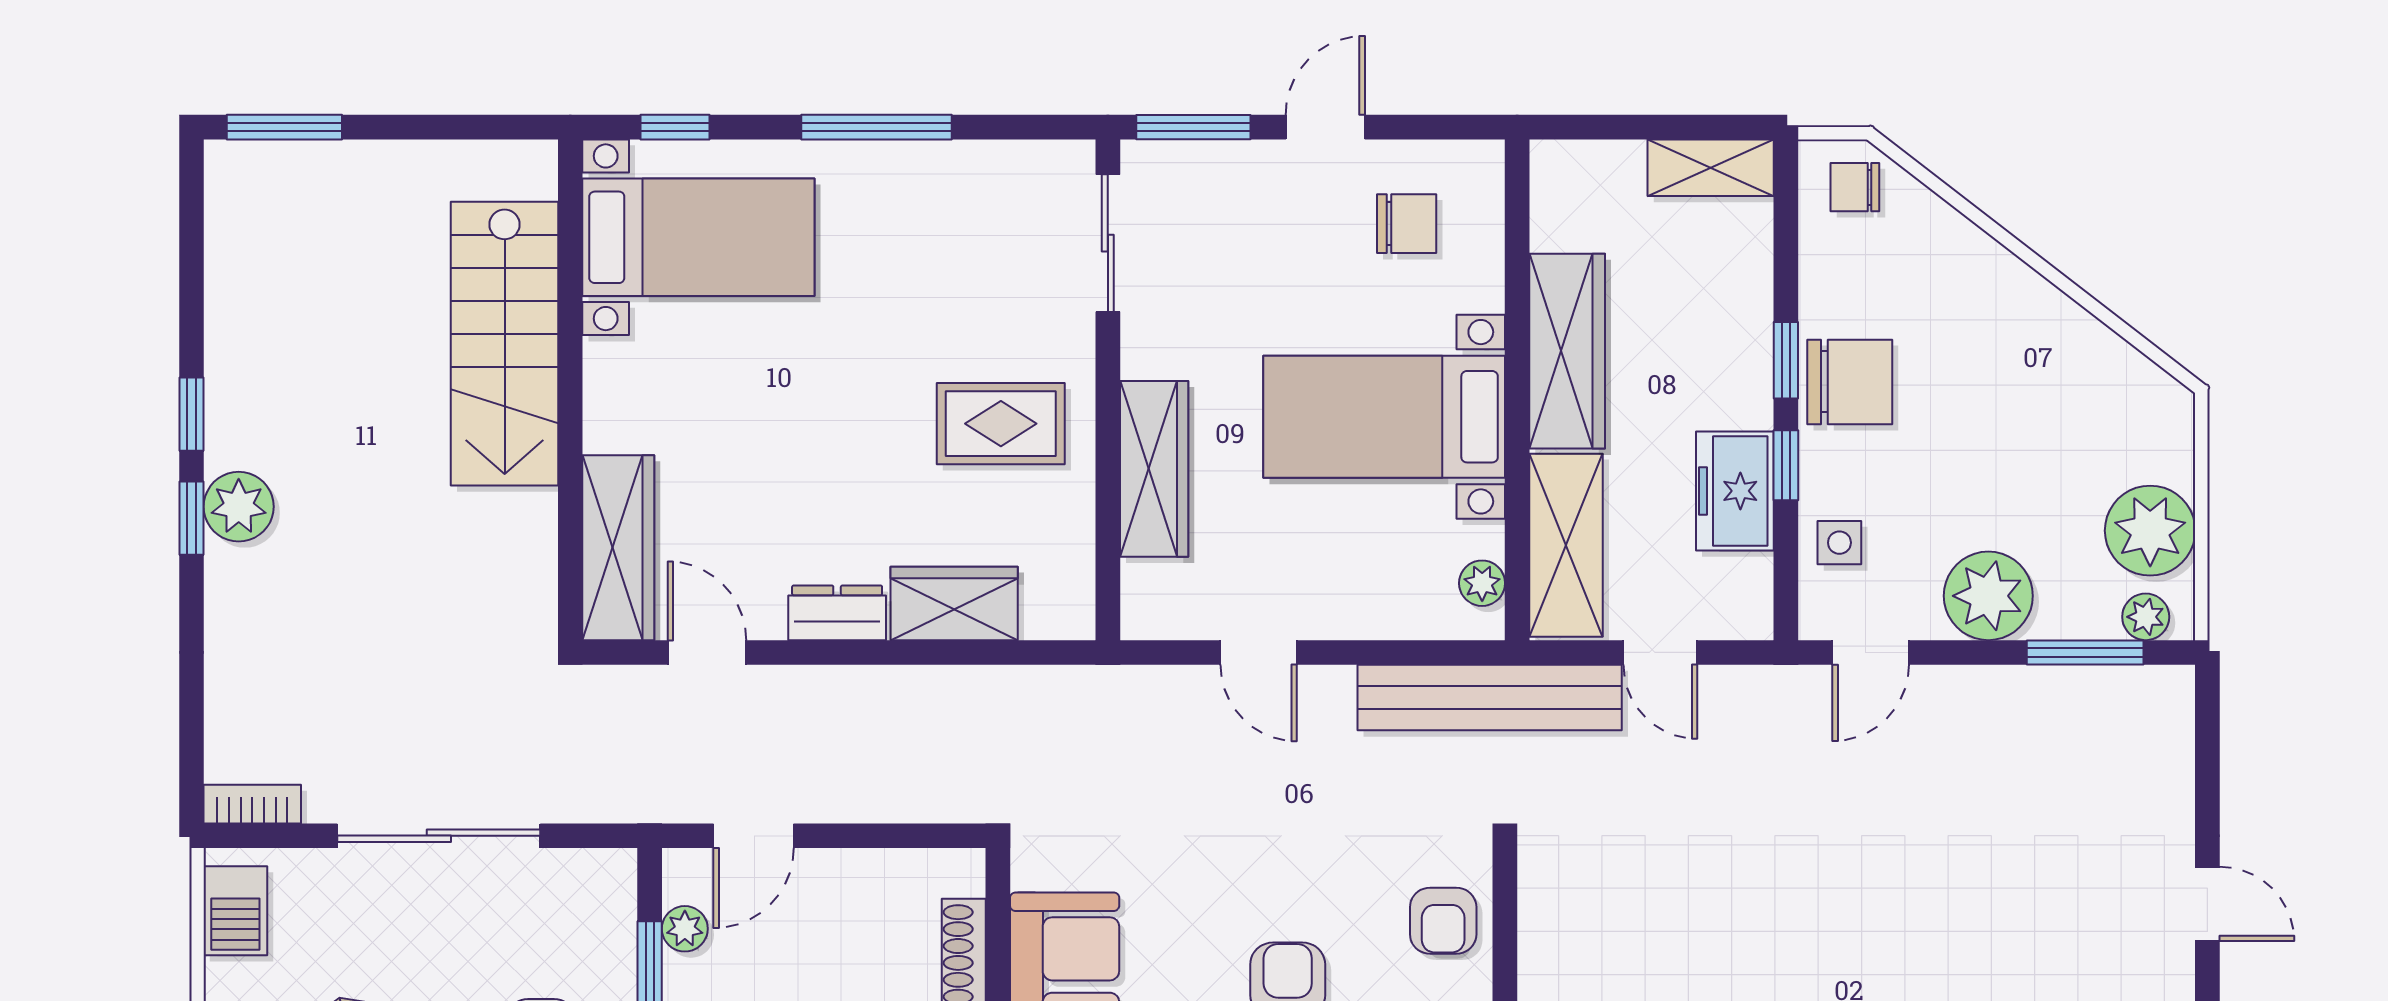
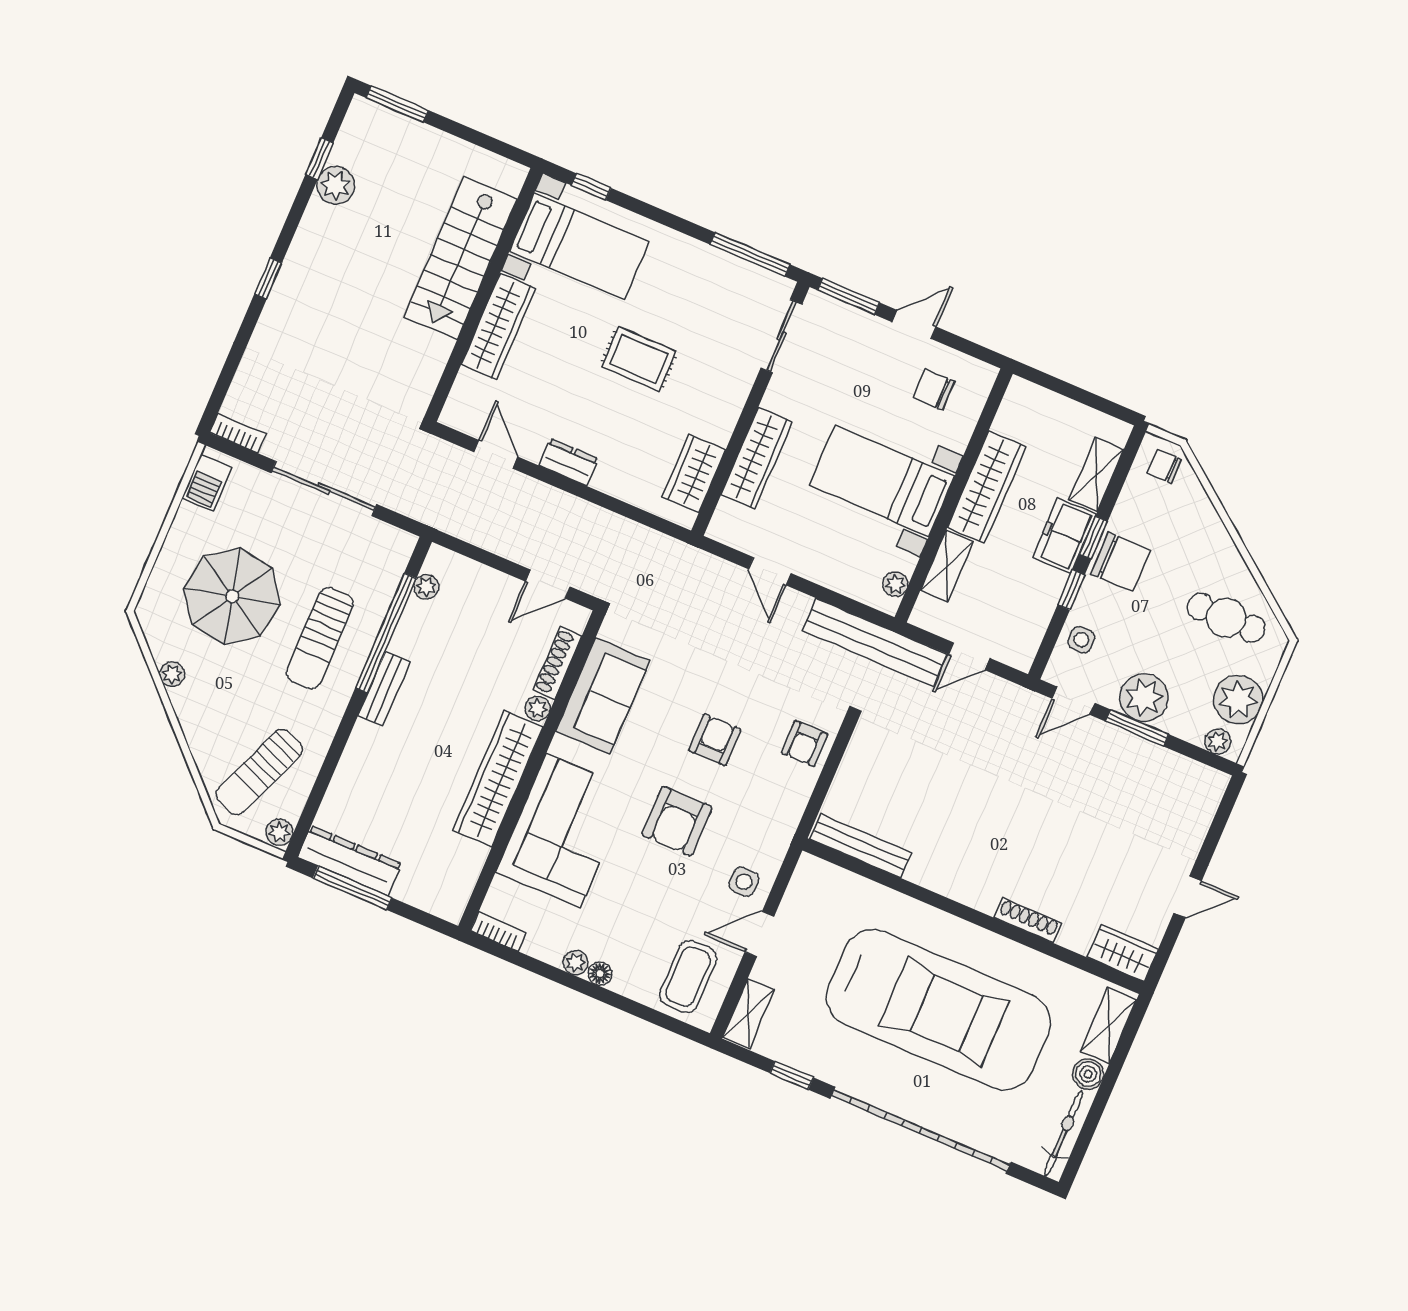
window: (876, 127) -> (750, 254), moved
shelving: (1711, 168) -> (1097, 475), moved, turned 90
chair: (1407, 224) -> (934, 390), turned 180
cafe table: (2070, 400) -> (1226, 618), added
window: (192, 414) -> (319, 159), moved
rug: (1001, 424) -> (639, 359), moved
freezer: (1735, 491) -> (1064, 536), moved
plant: (239, 507) -> (336, 185), moved
shelving: (1566, 545) -> (947, 566), width x0.67, depth x0.75
wardrobe: (618, 548) -> (498, 326), moved
wardrobe: (954, 603) -> (694, 473), moved, turned -90
door: (1660, 652) -> (969, 656), hinge flipped
window: (2085, 652) -> (1137, 728), moved
door: (754, 836) -> (548, 584), moved
door: (2207, 904) -> (1188, 897), hinge flipped

